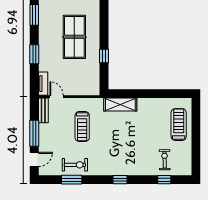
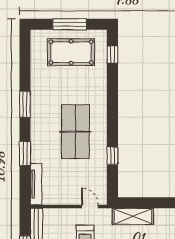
tv unit: (43, 84) -> (36, 184), width x1.41
door: (57, 97) -> (90, 207), moved

